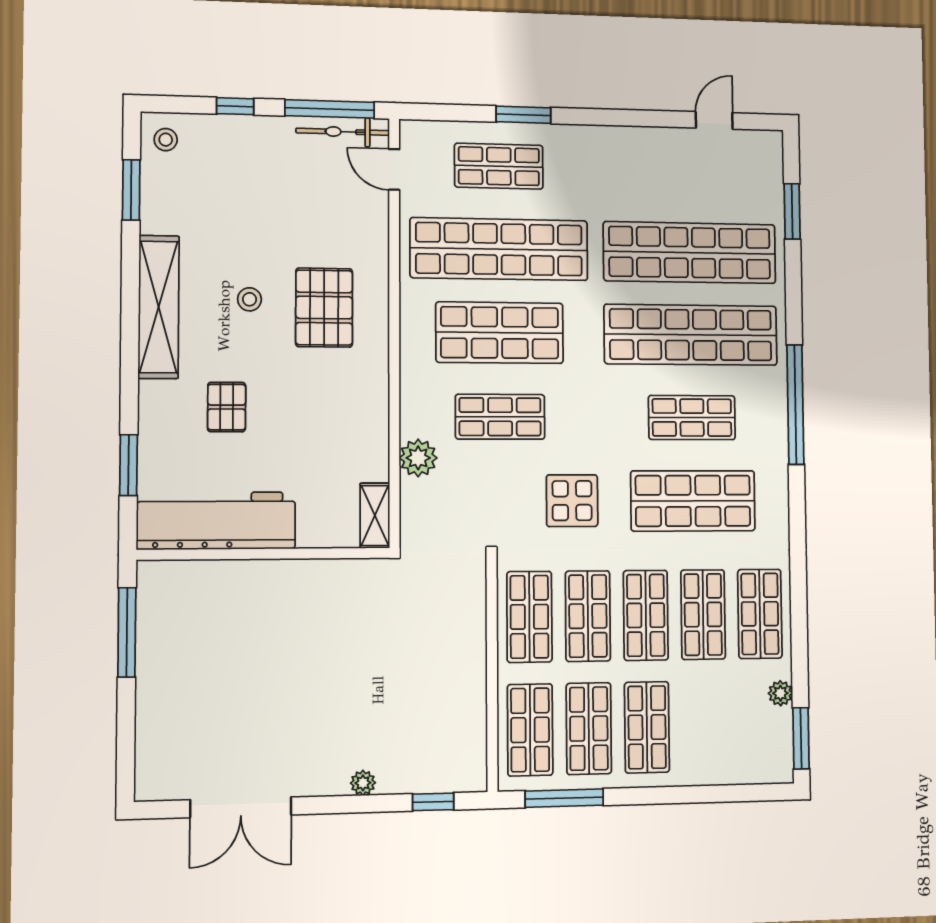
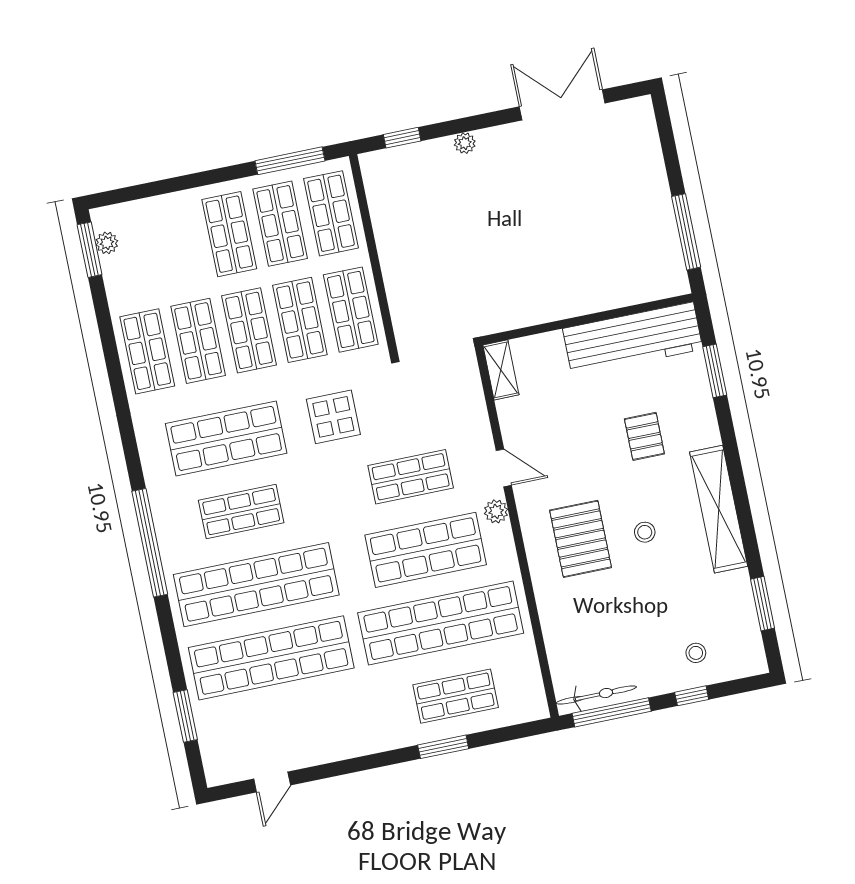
stool: (166, 140) -> (696, 653), moved
door: (394, 169) -> (504, 468), moved
plant: (418, 458) -> (496, 511), moved, width x0.73, depth x0.73
plant: (780, 693) -> (107, 243), moved

